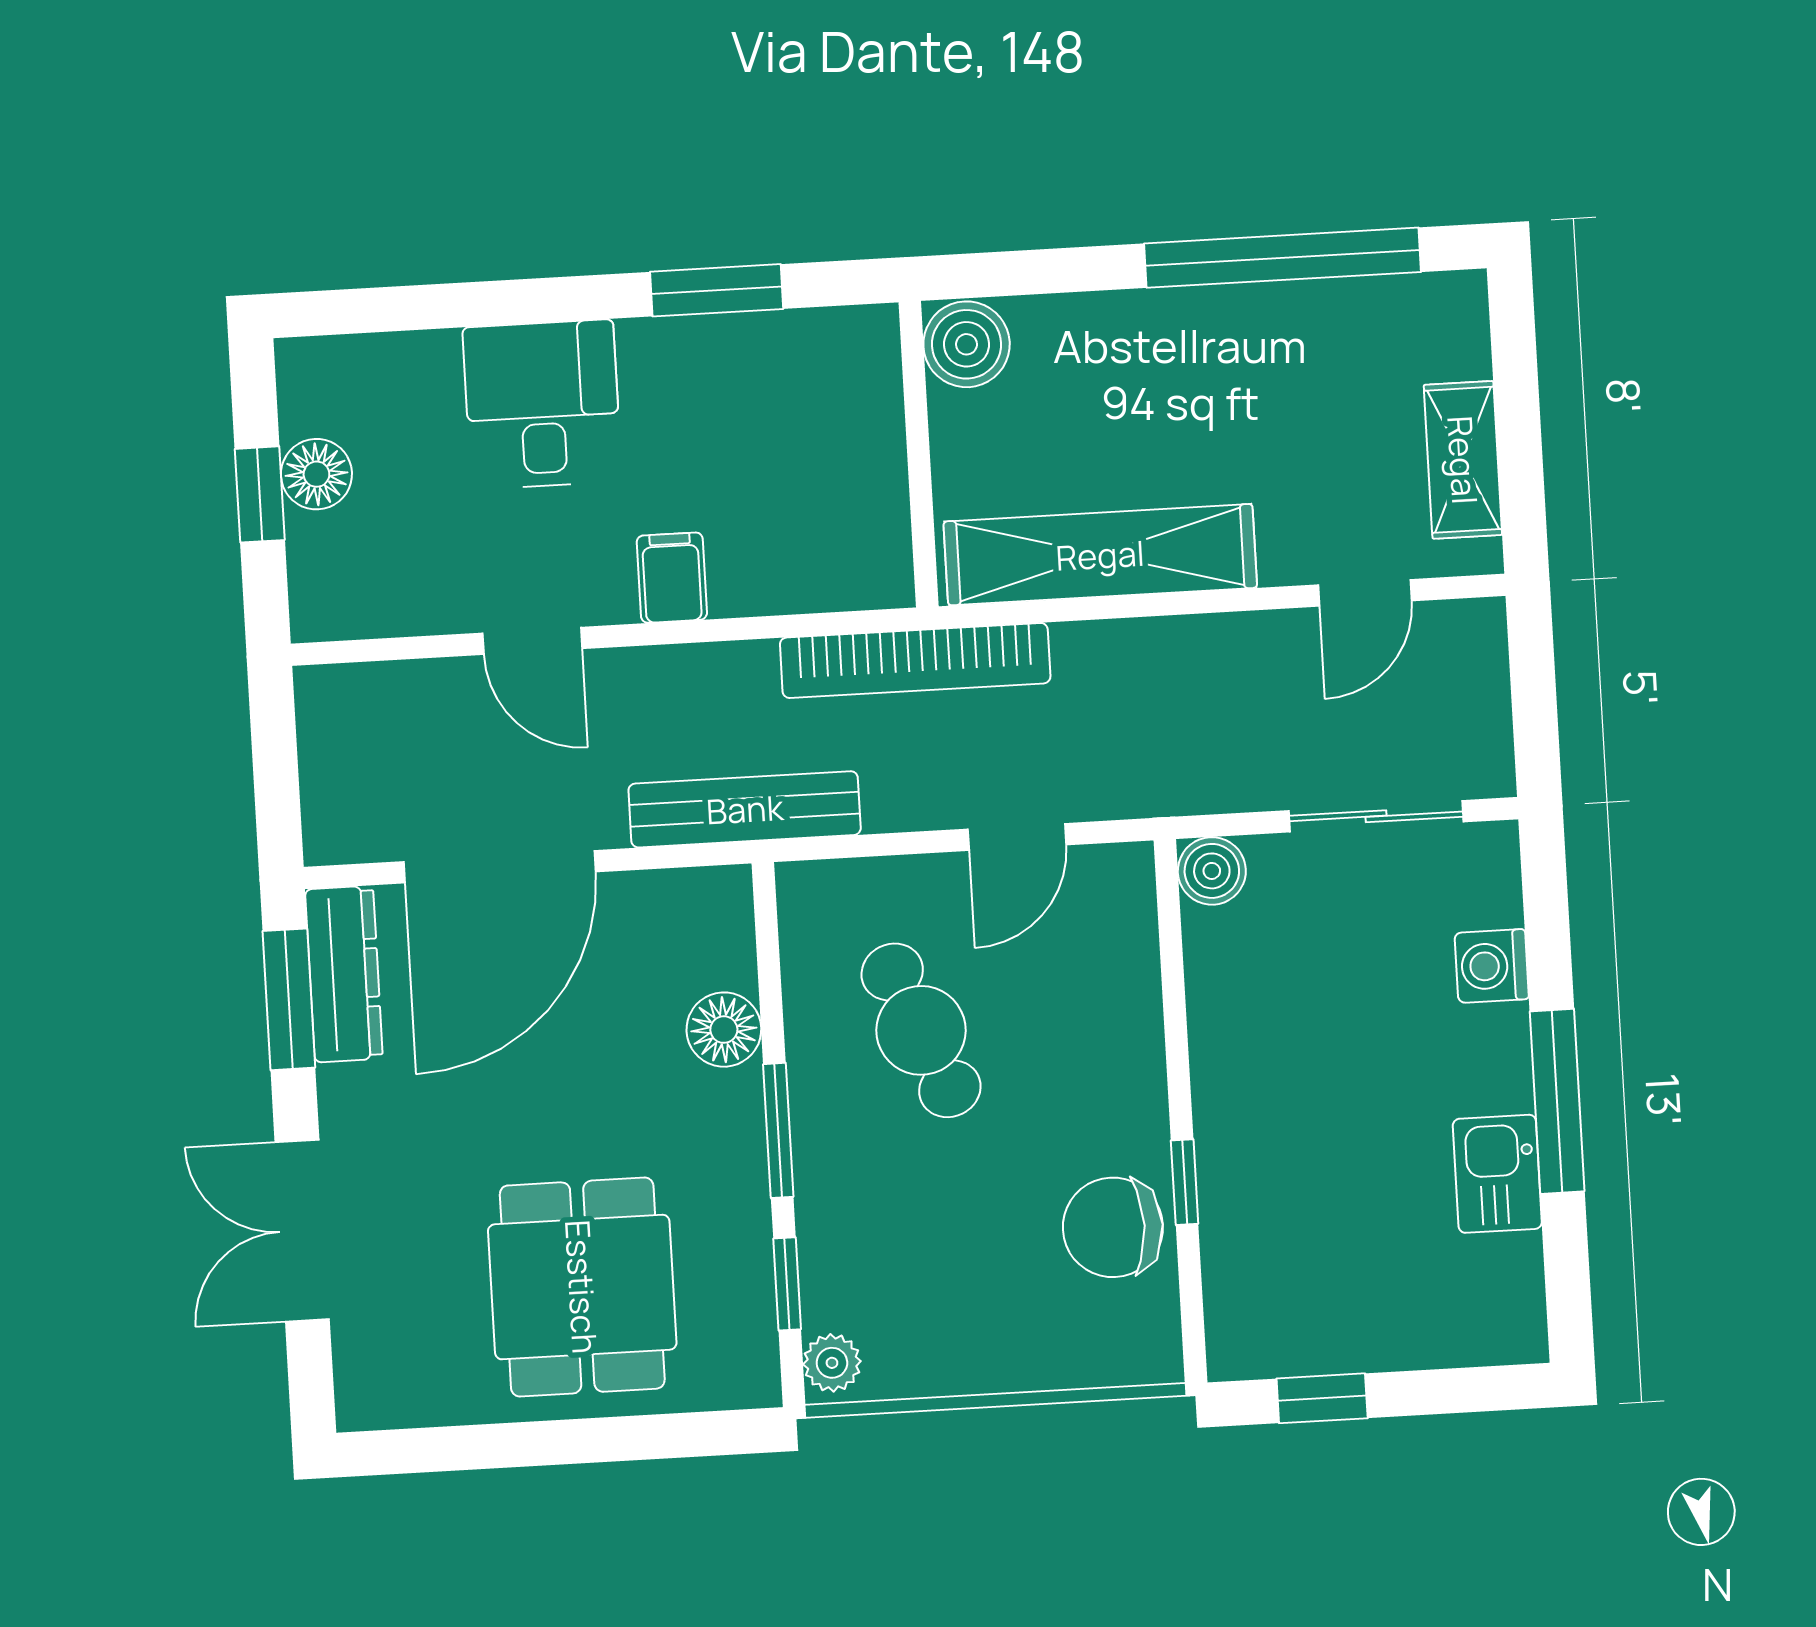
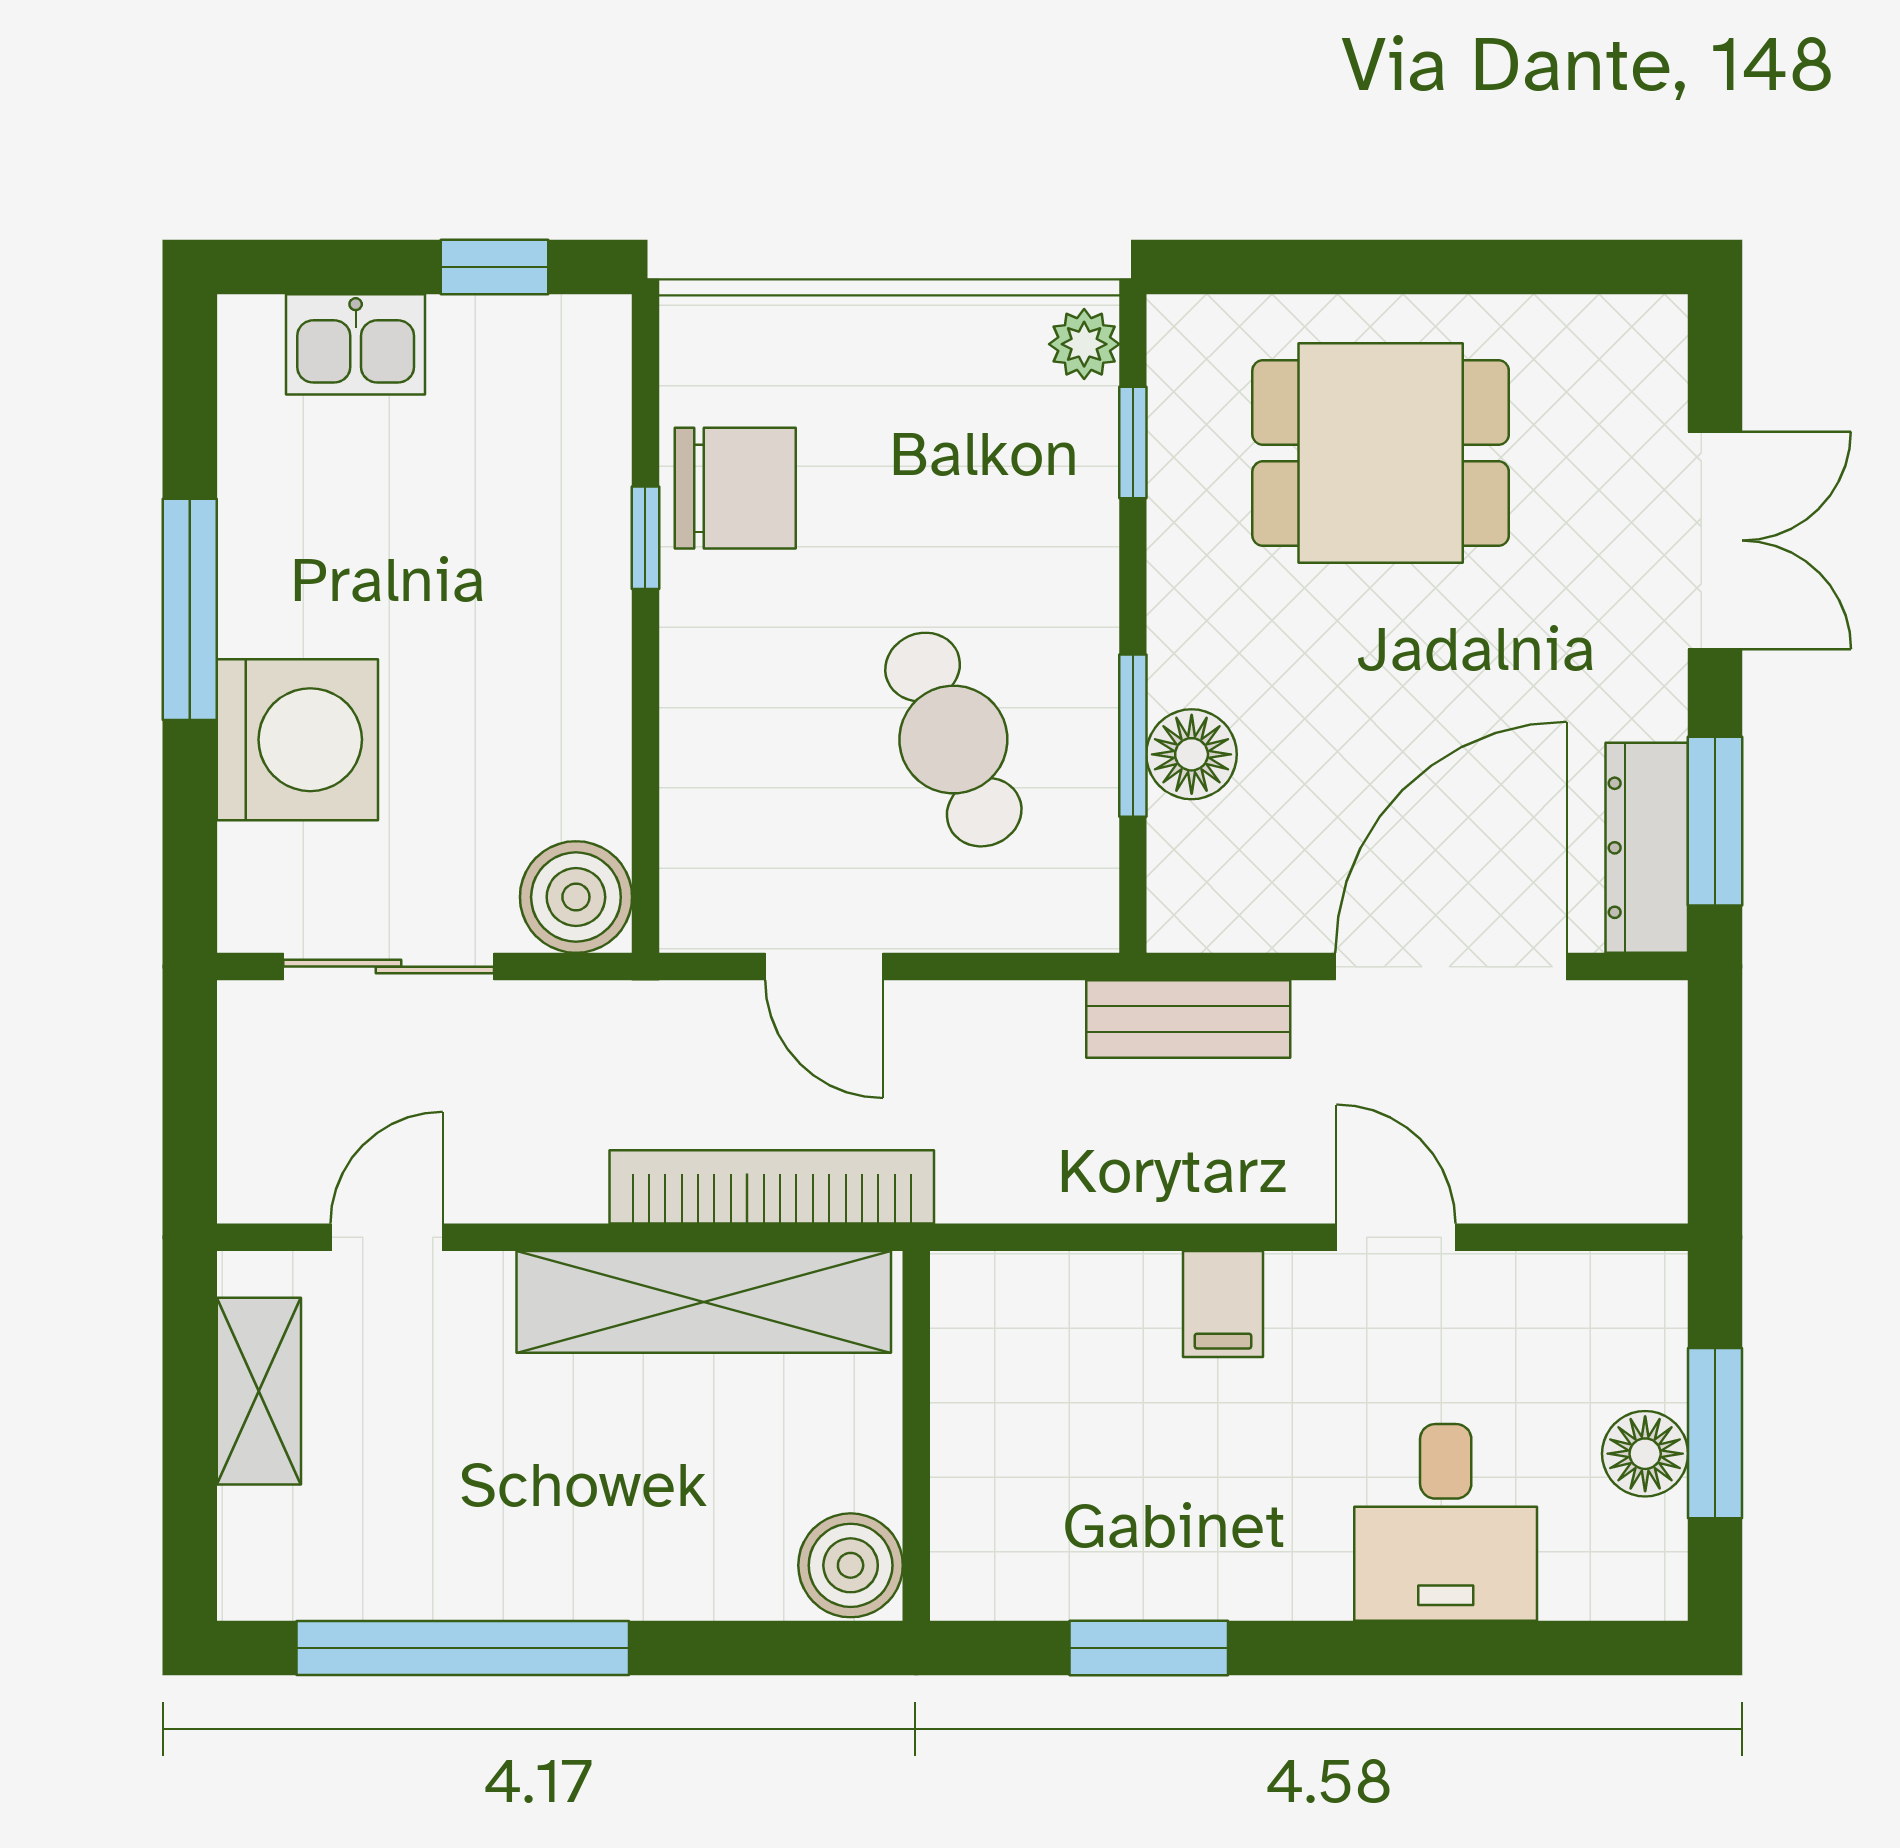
desk: (542, 404) -> (1446, 1522), moved
window: (260, 494) -> (1715, 1433), width x1.50
bookcase: (915, 660) -> (772, 1187), moved
bench: (745, 809) -> (1188, 1019), width x0.73
door: (1017, 837) -> (824, 967), swing flipped
boiler: (1212, 871) -> (576, 897), width x1.36, depth x1.36
washing machine: (1492, 966) -> (297, 740), width x1.89, depth x1.89
window: (778, 1130) -> (1133, 736), moved
kitchen sink: (1497, 1174) -> (356, 344), moved, turned 90
dining table: (582, 1287) -> (1381, 453), turned 90

